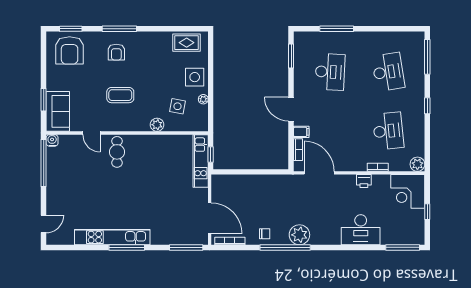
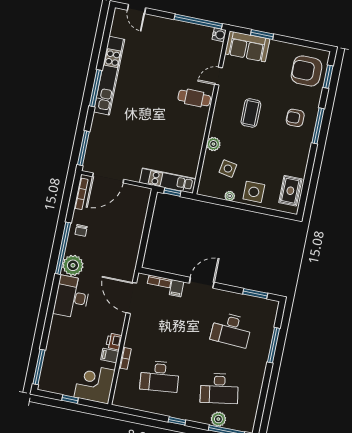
plant: (417, 164) -> (218, 419), moved
door: (319, 173) -> (131, 298), swing flipped
filing cabinet: (378, 182) -> (110, 356), added
desk: (361, 230) -> (72, 297), moved

